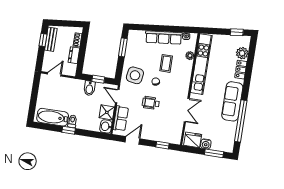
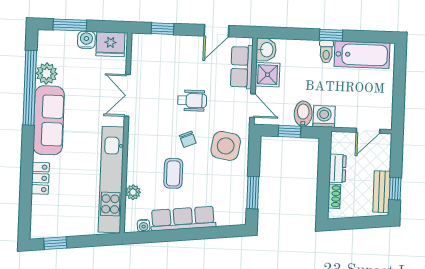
plant: (242, 53) -> (47, 74), moved
washing machine: (78, 85) -> (324, 116), added

